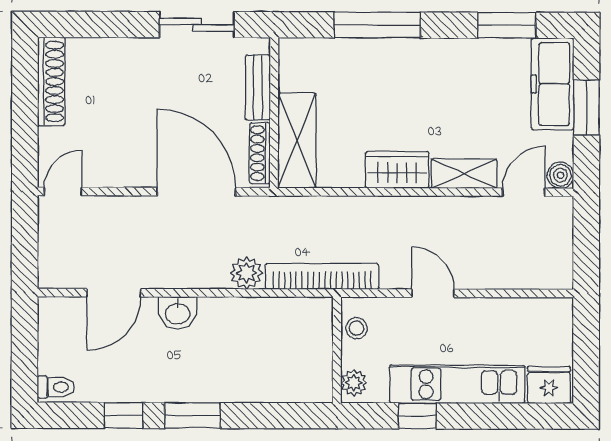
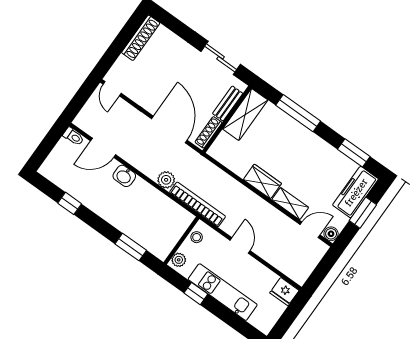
shelving: (297, 140) -> (245, 114), moved
door: (63, 191) -> (112, 89), swing flipped
fridge: (549, 385) -> (284, 292), moved, turned 180
toilet: (56, 387) -> (73, 137), moved
window: (192, 415) -> (131, 247), moved

